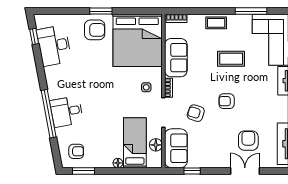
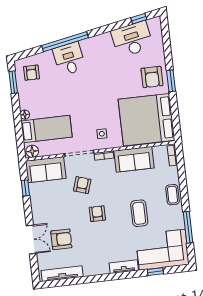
floor lamp: (156, 145) -> (32, 151), moved

